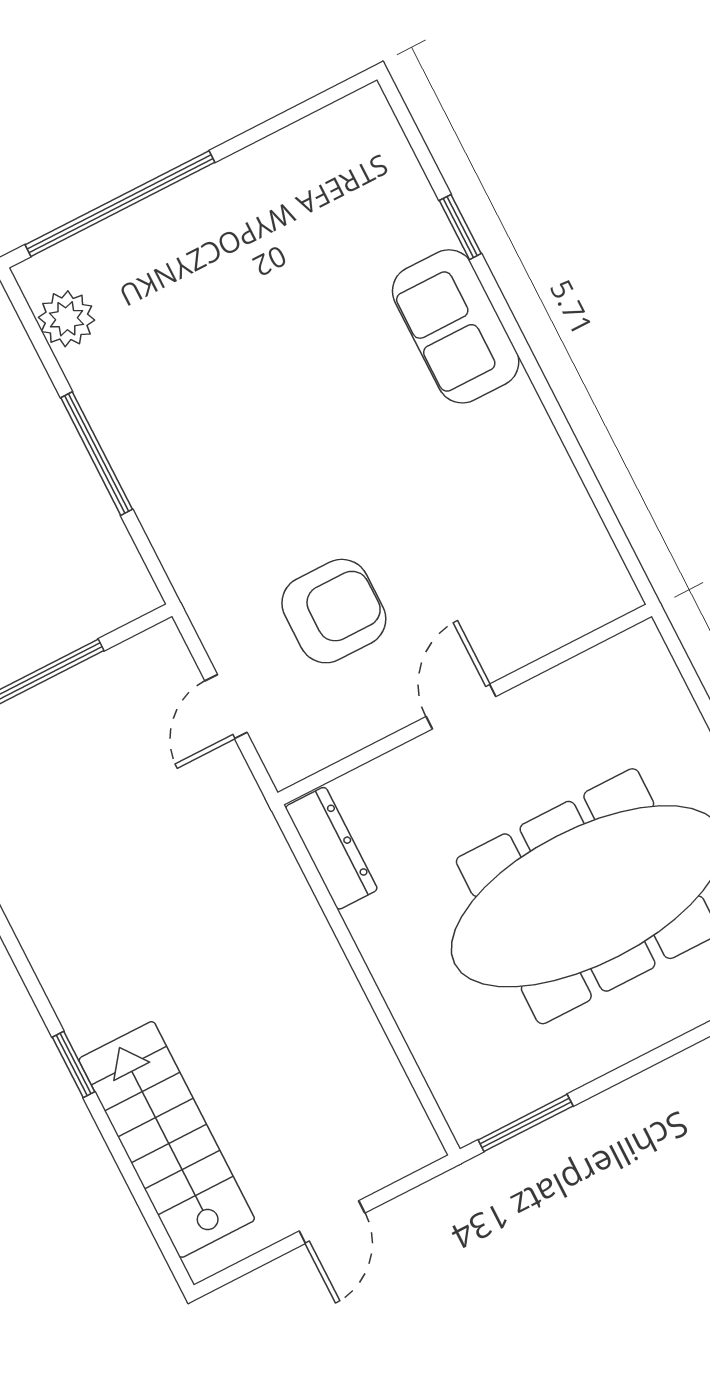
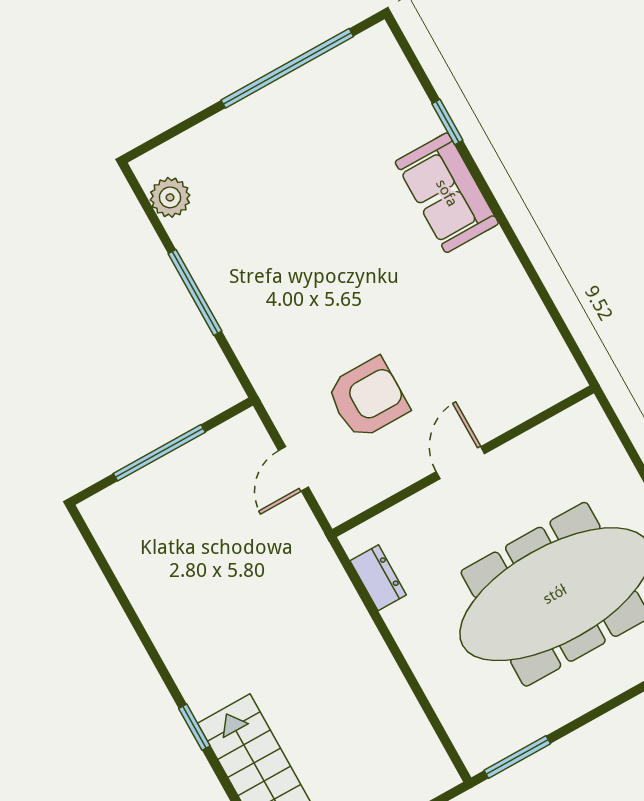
window: (120, 204) -> (287, 68), moved
dresser: (331, 848) -> (378, 578), width x0.70

